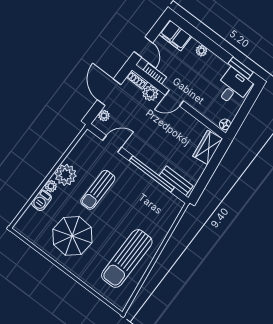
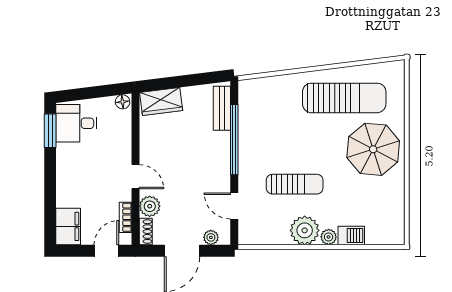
plant: (201, 51) -> (63, 186), removed
parasol: (72, 236) -> (373, 149), moved

